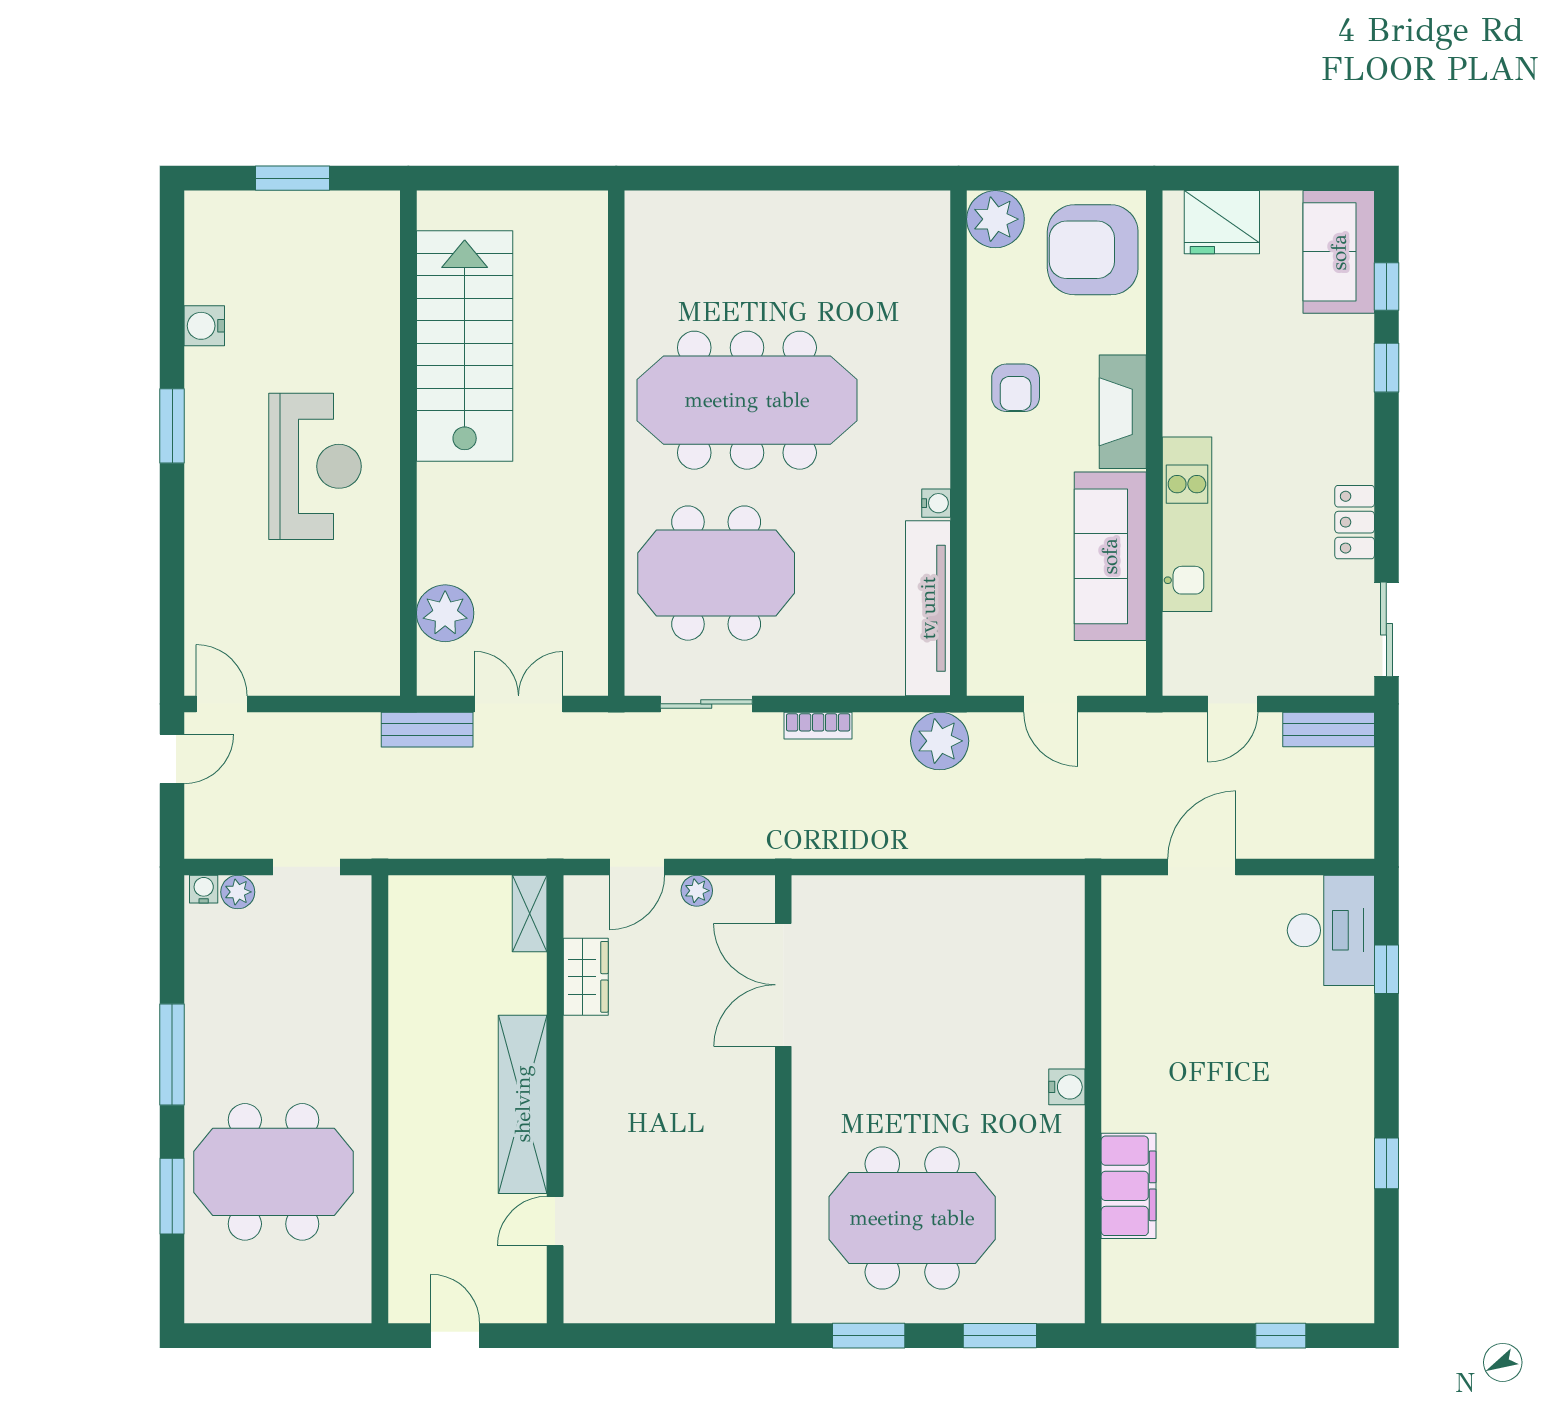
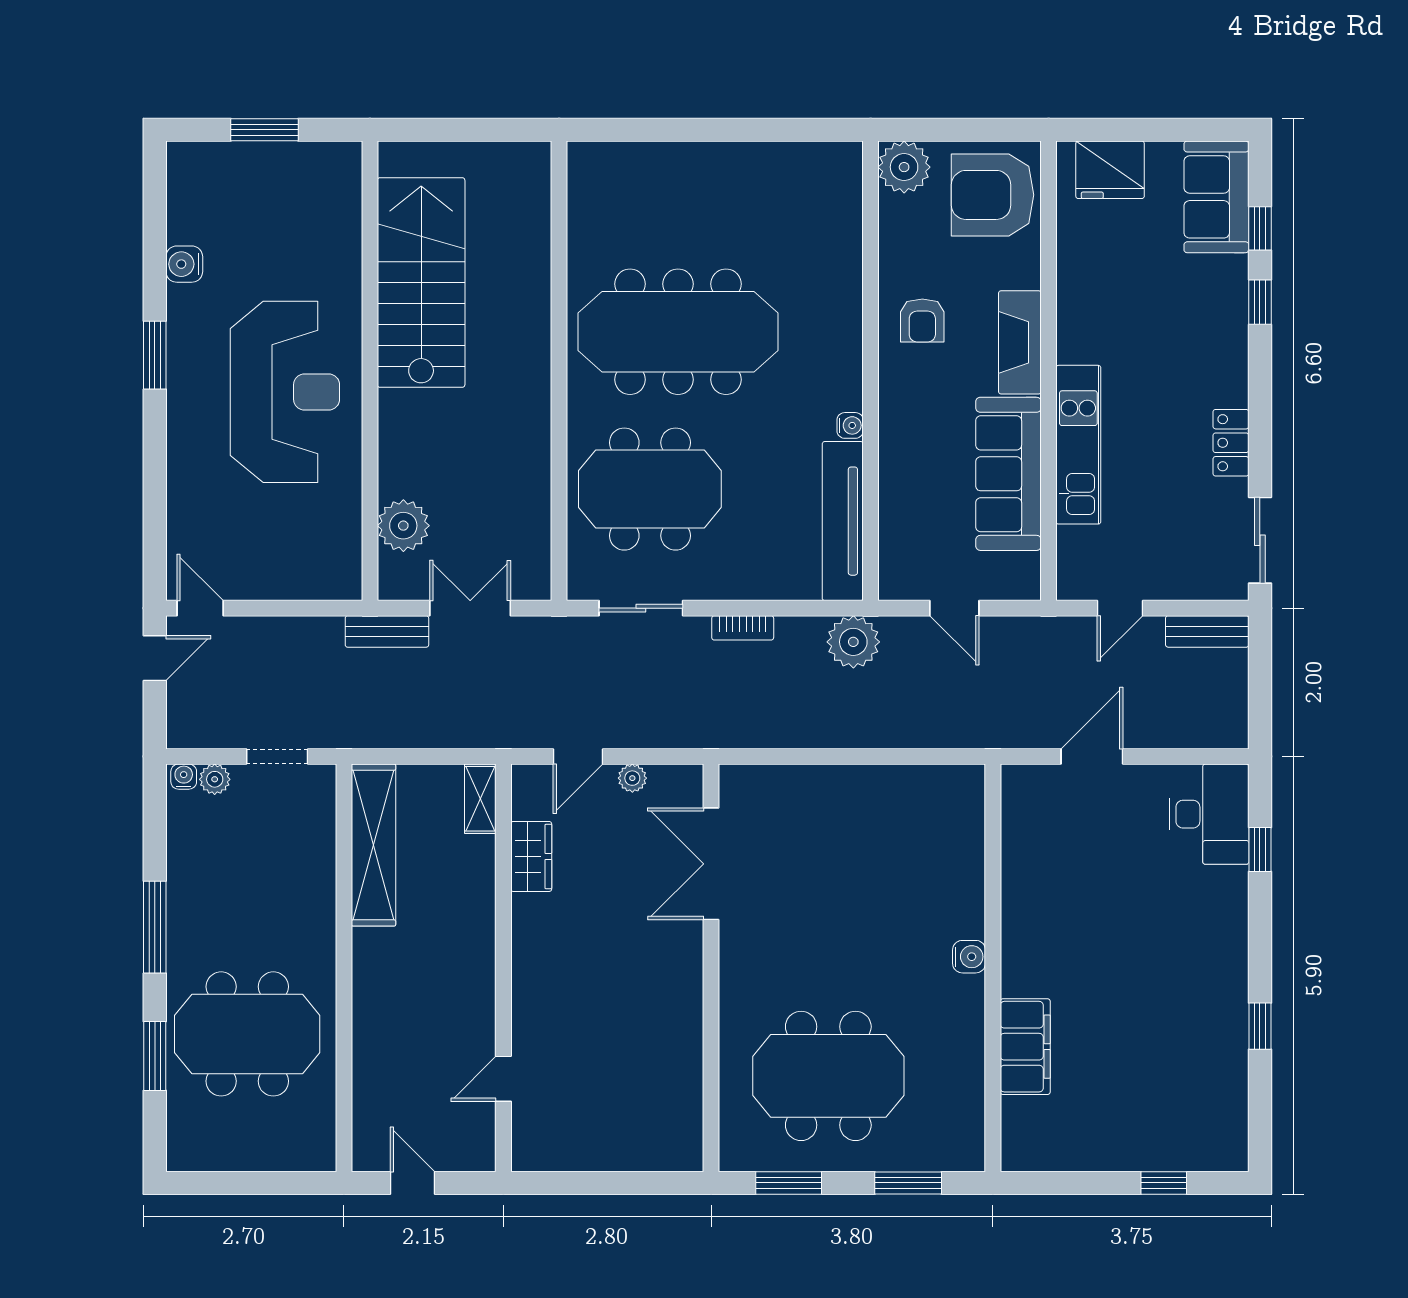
reception desk: (315, 466) -> (285, 392), width x1.36, depth x1.30
shelving: (523, 1104) -> (374, 845), moved

